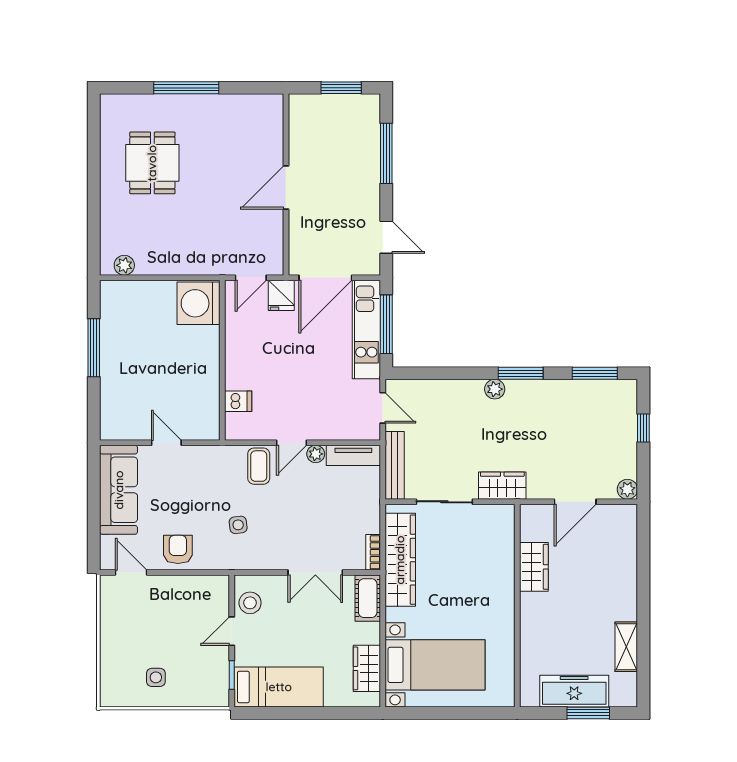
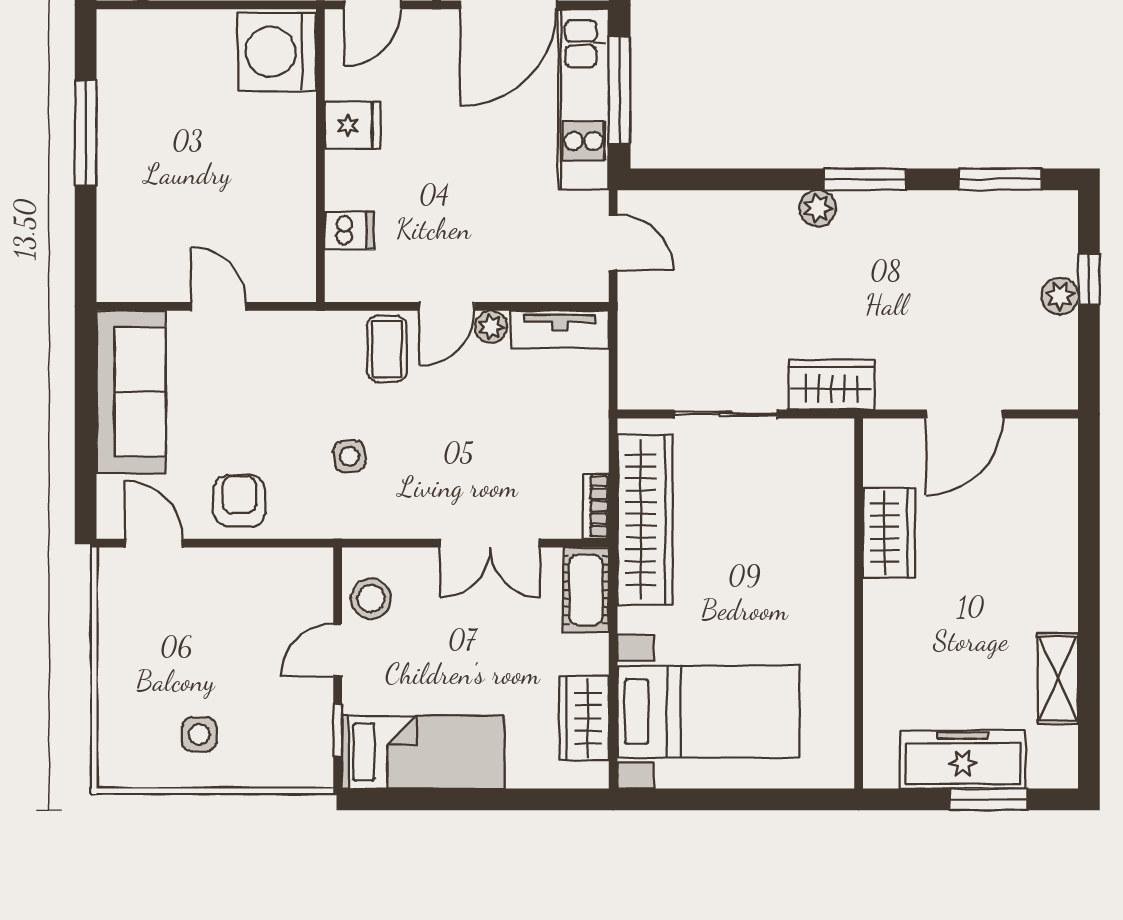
fridge: (281, 295) -> (353, 125), moved, turned -90
bench: (395, 465) -> (635, 348), removed
plant: (627, 489) -> (1060, 296), moved

